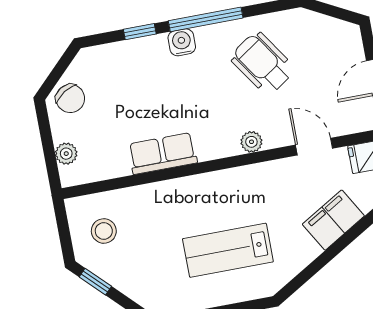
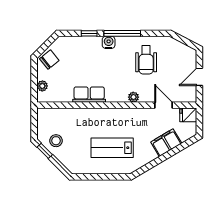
wheelchair: (263, 63) -> (146, 60), turned -146
chair: (70, 99) -> (49, 60), turned -97
stool: (104, 231) -> (56, 141), moved

